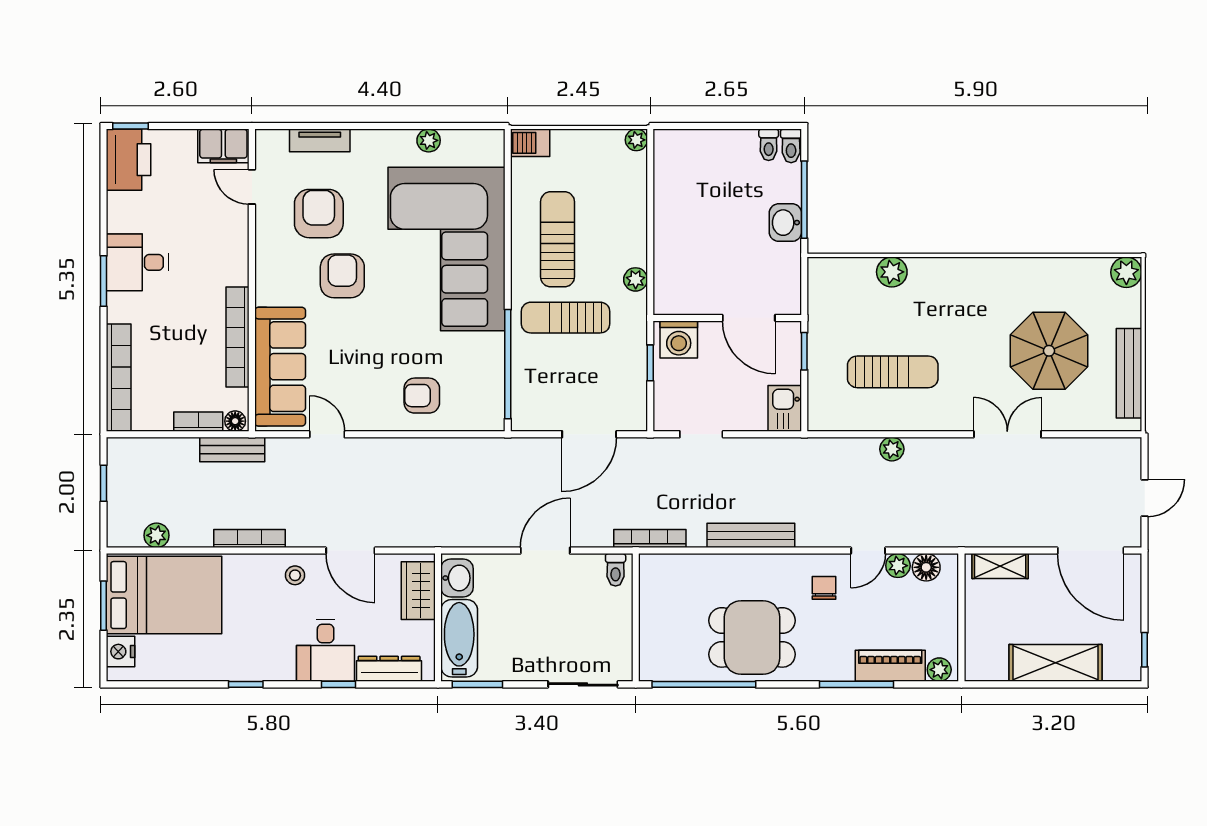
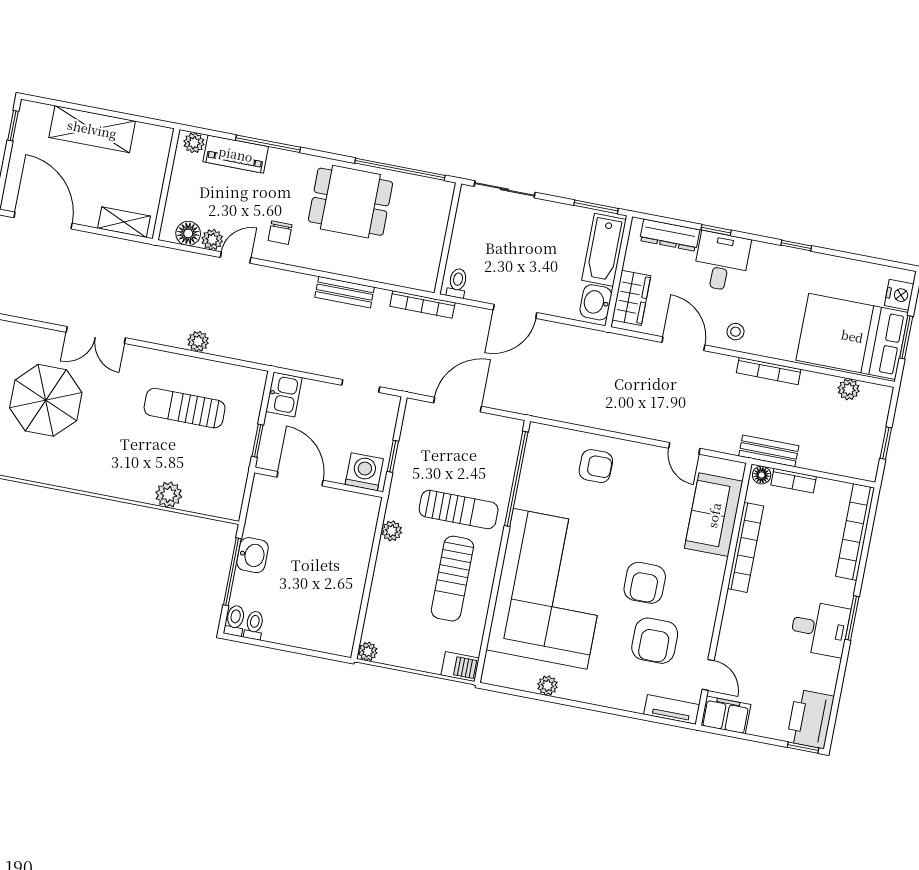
tv unit: (320, 140) -> (672, 709), moved
sofa: (280, 367) -> (714, 515), width x0.73
bench: (751, 535) -> (345, 292), width x0.73

